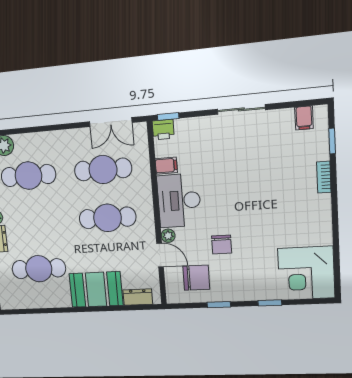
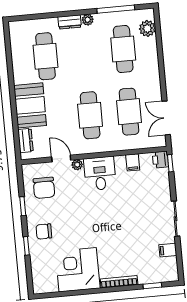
filing cabinet: (304, 118) -> (168, 250), moved
bookcase: (324, 177) -> (119, 282), width x1.56
desk: (179, 201) -> (100, 173), width x0.73
chair: (222, 245) -> (44, 231), moved
door: (160, 255) -> (61, 158), swing flipped
corner desk: (306, 273) -> (78, 270), moved

